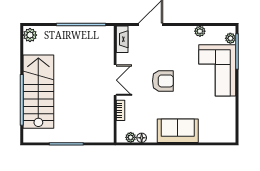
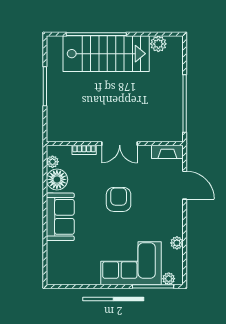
plant: (30, 35) -> (158, 44), moved
armchair: (163, 81) -> (119, 199), turned 180
floor lamp: (142, 138) -> (57, 179), width x1.89, depth x1.89

